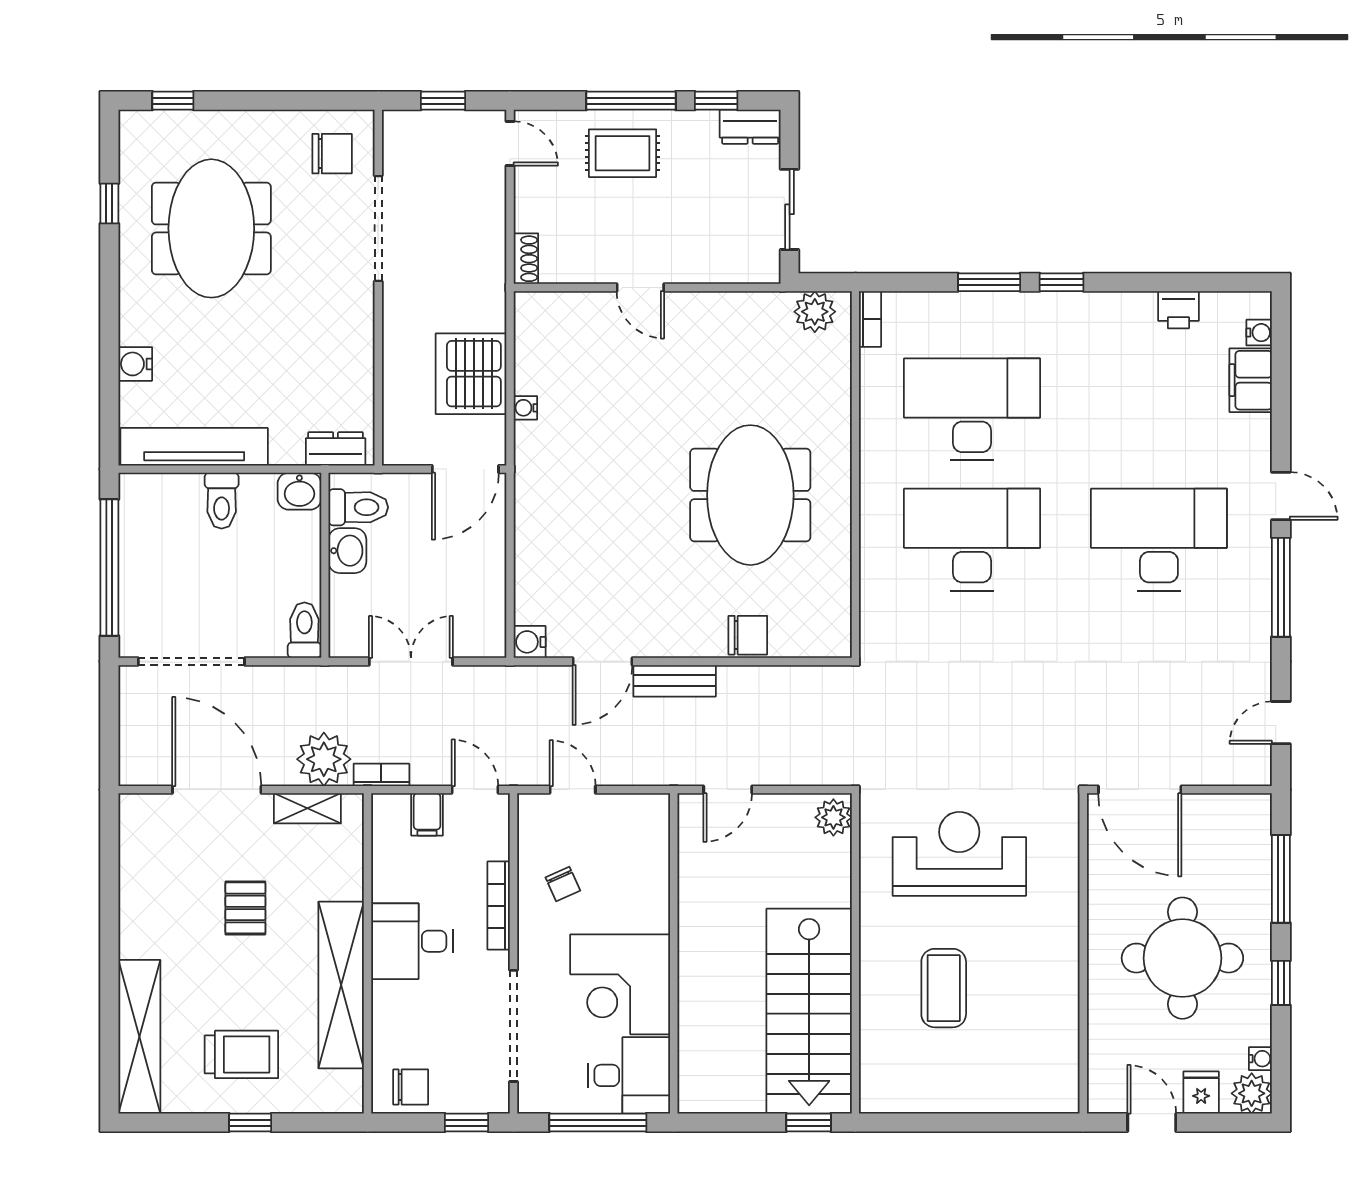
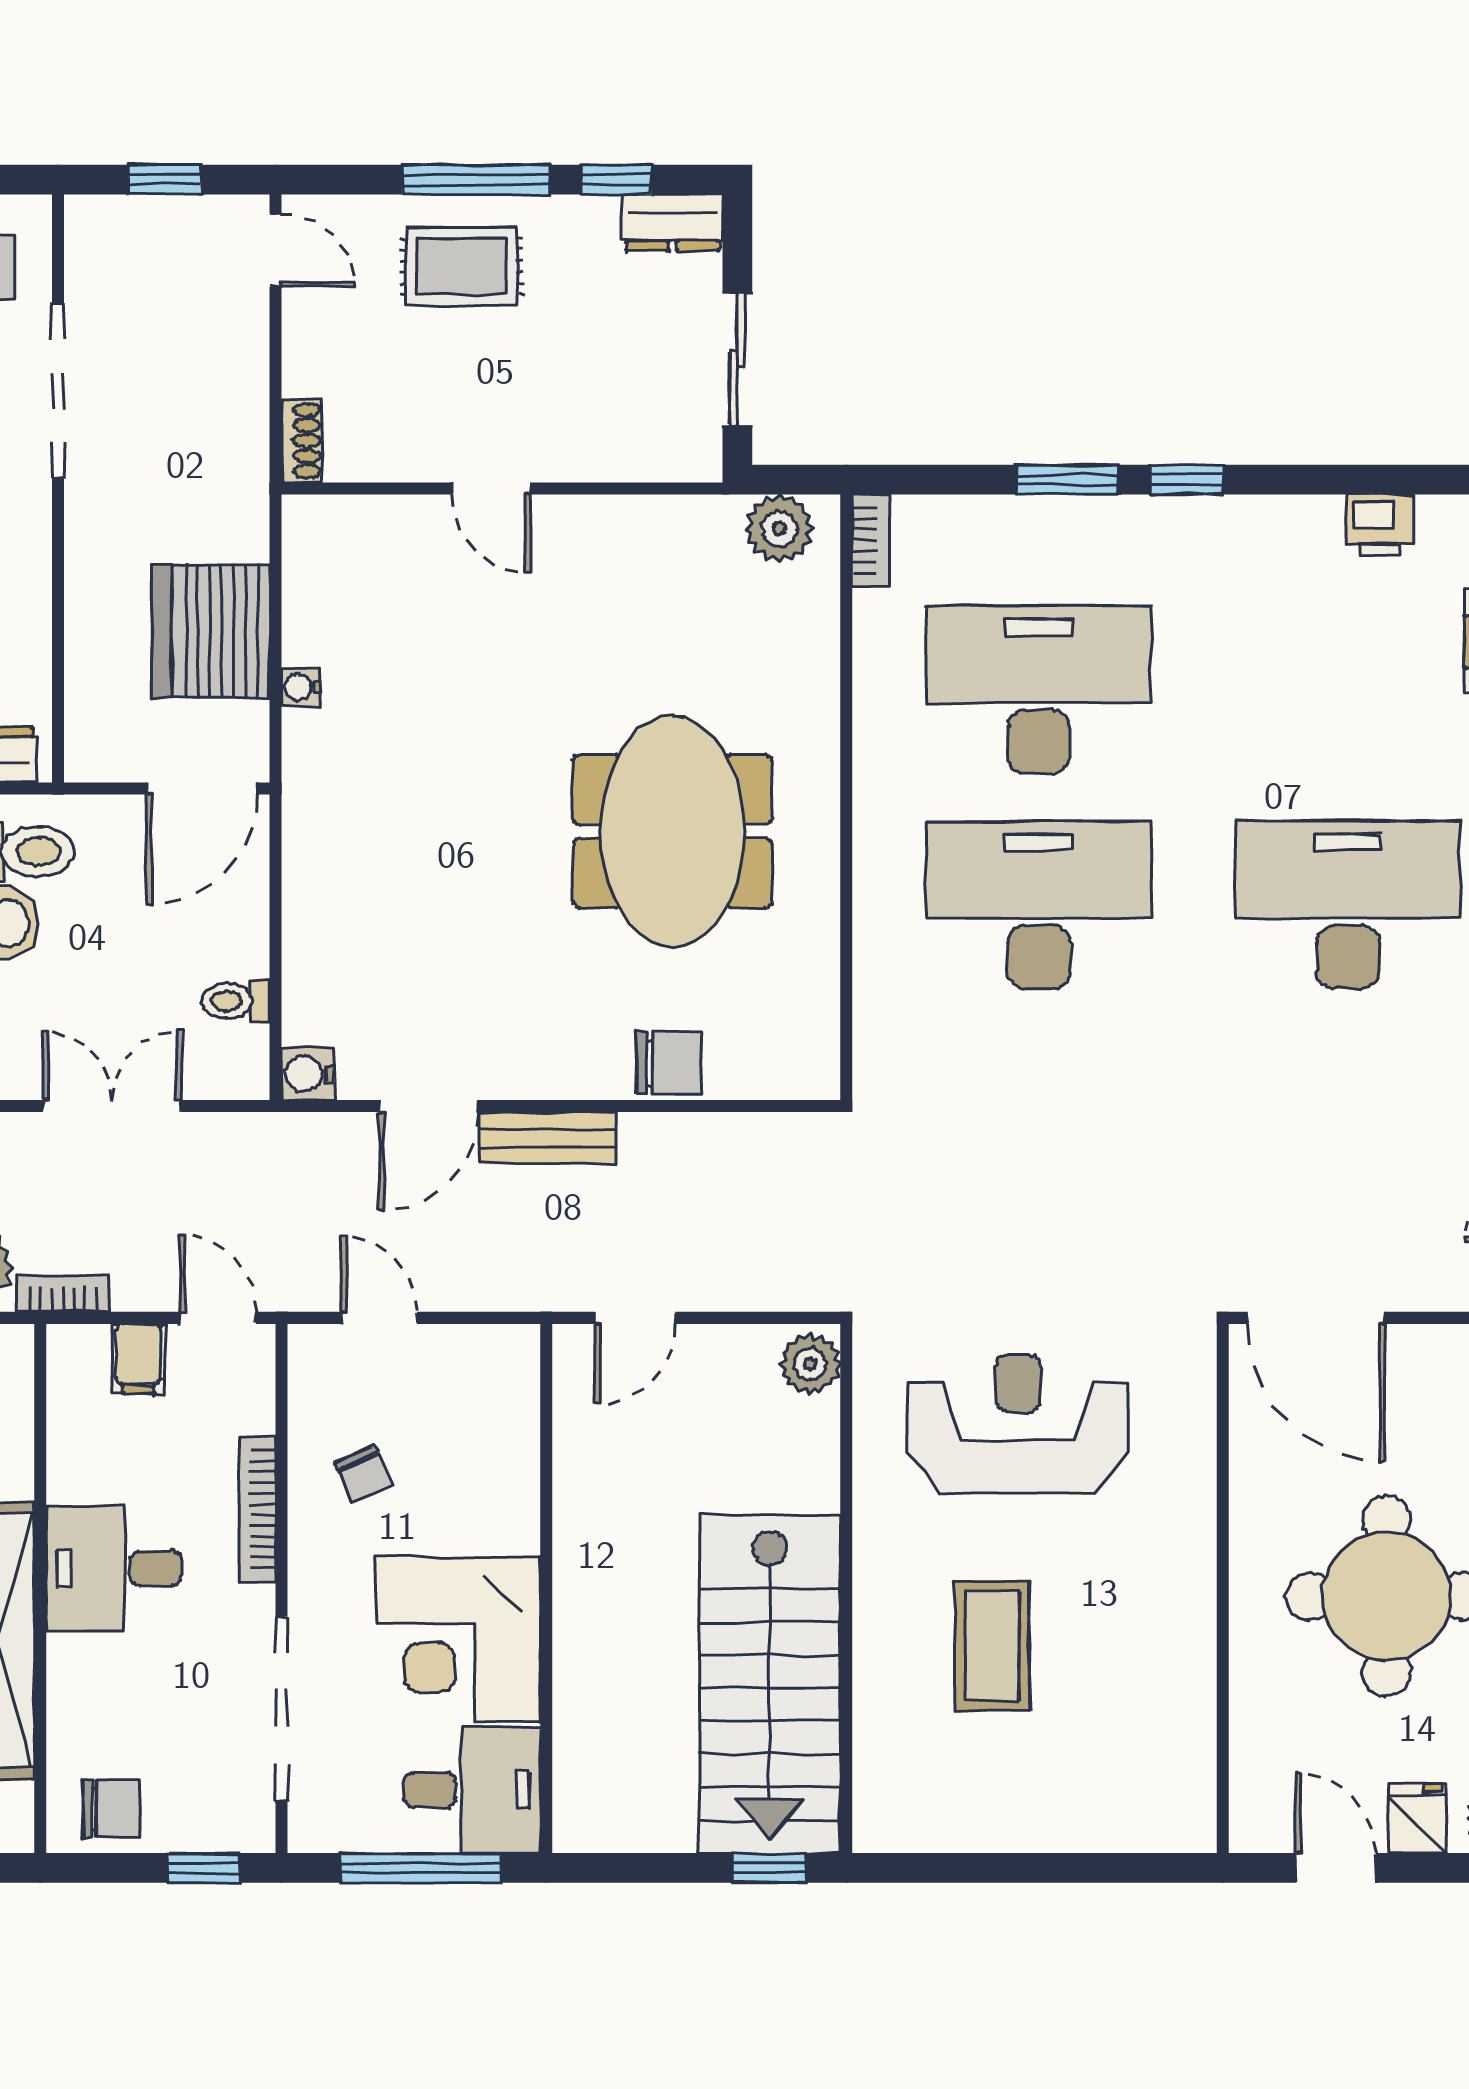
toilet: (486, 598) -> (236, 1001), added

